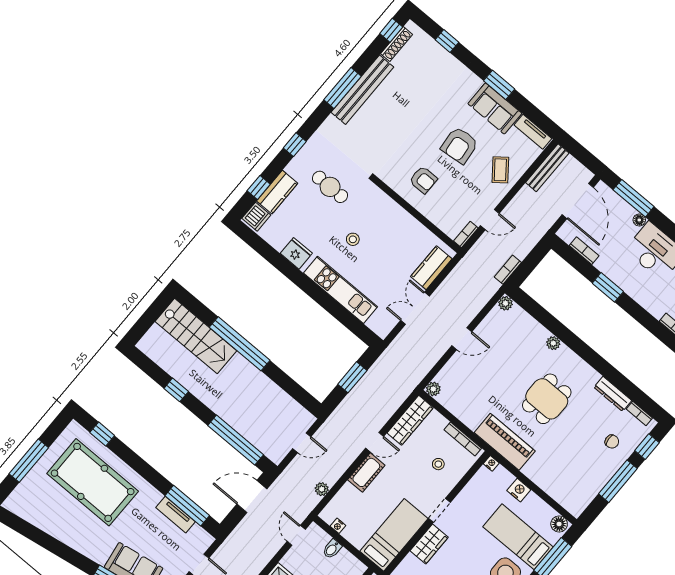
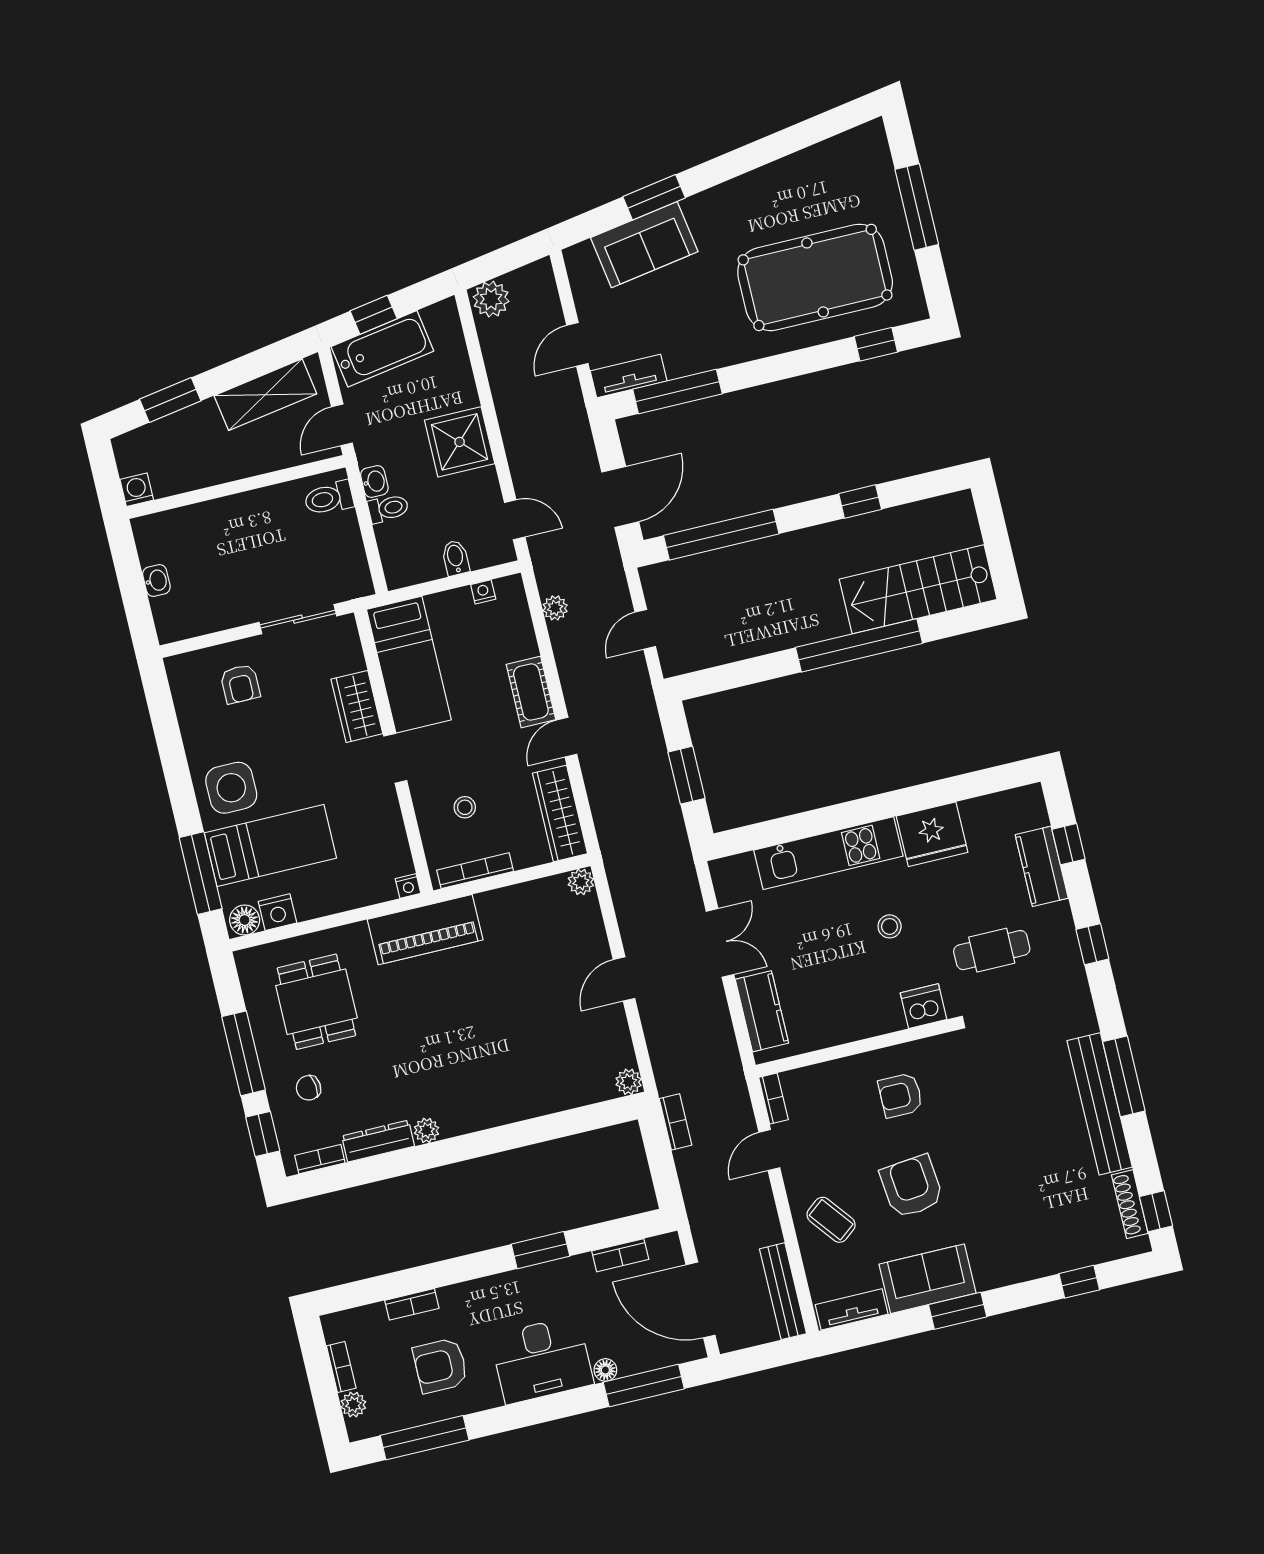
dishwasher: (256, 217) -> (924, 1006), moved, turned 90
fridge: (296, 253) -> (932, 834), width x1.36, depth x1.34
plant: (553, 343) -> (427, 1130), moved
dining table: (547, 399) -> (316, 1002), moved
nightstand: (519, 490) -> (278, 912), moved
tv unit: (176, 515) -> (629, 376), moved

